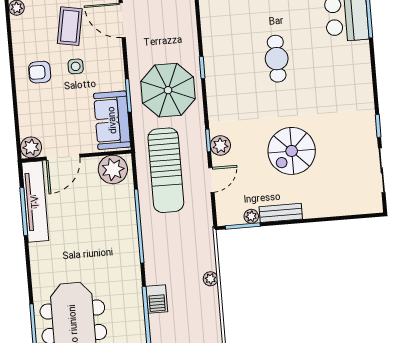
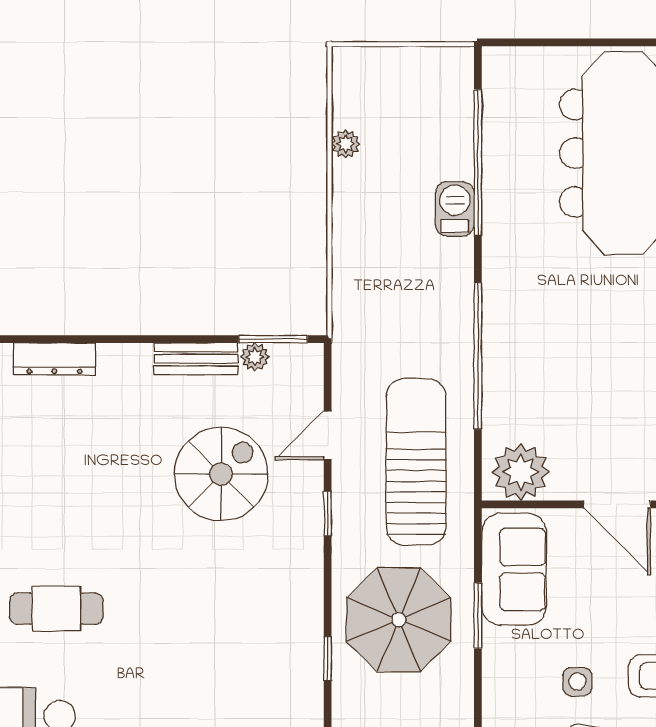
cafe table: (277, 59) -> (56, 609), moved, turned 90
plant: (220, 145) -> (304, 502), removed
spiral stairs: (292, 151) -> (221, 474), moved
door: (63, 157) -> (617, 504), swing flipped
dresser: (352, 207) -> (54, 359), added
plant: (210, 279) -> (346, 144), moved

